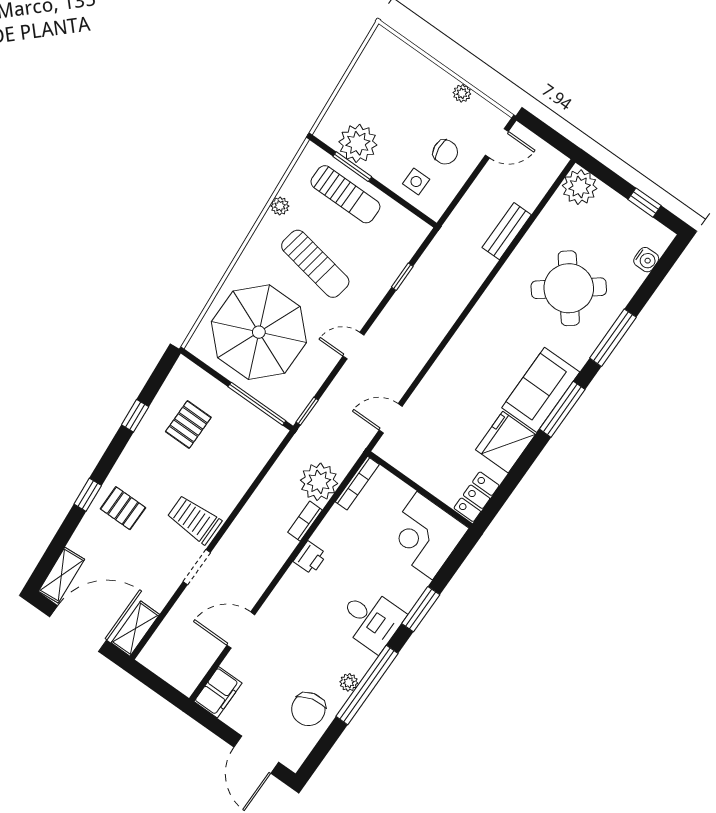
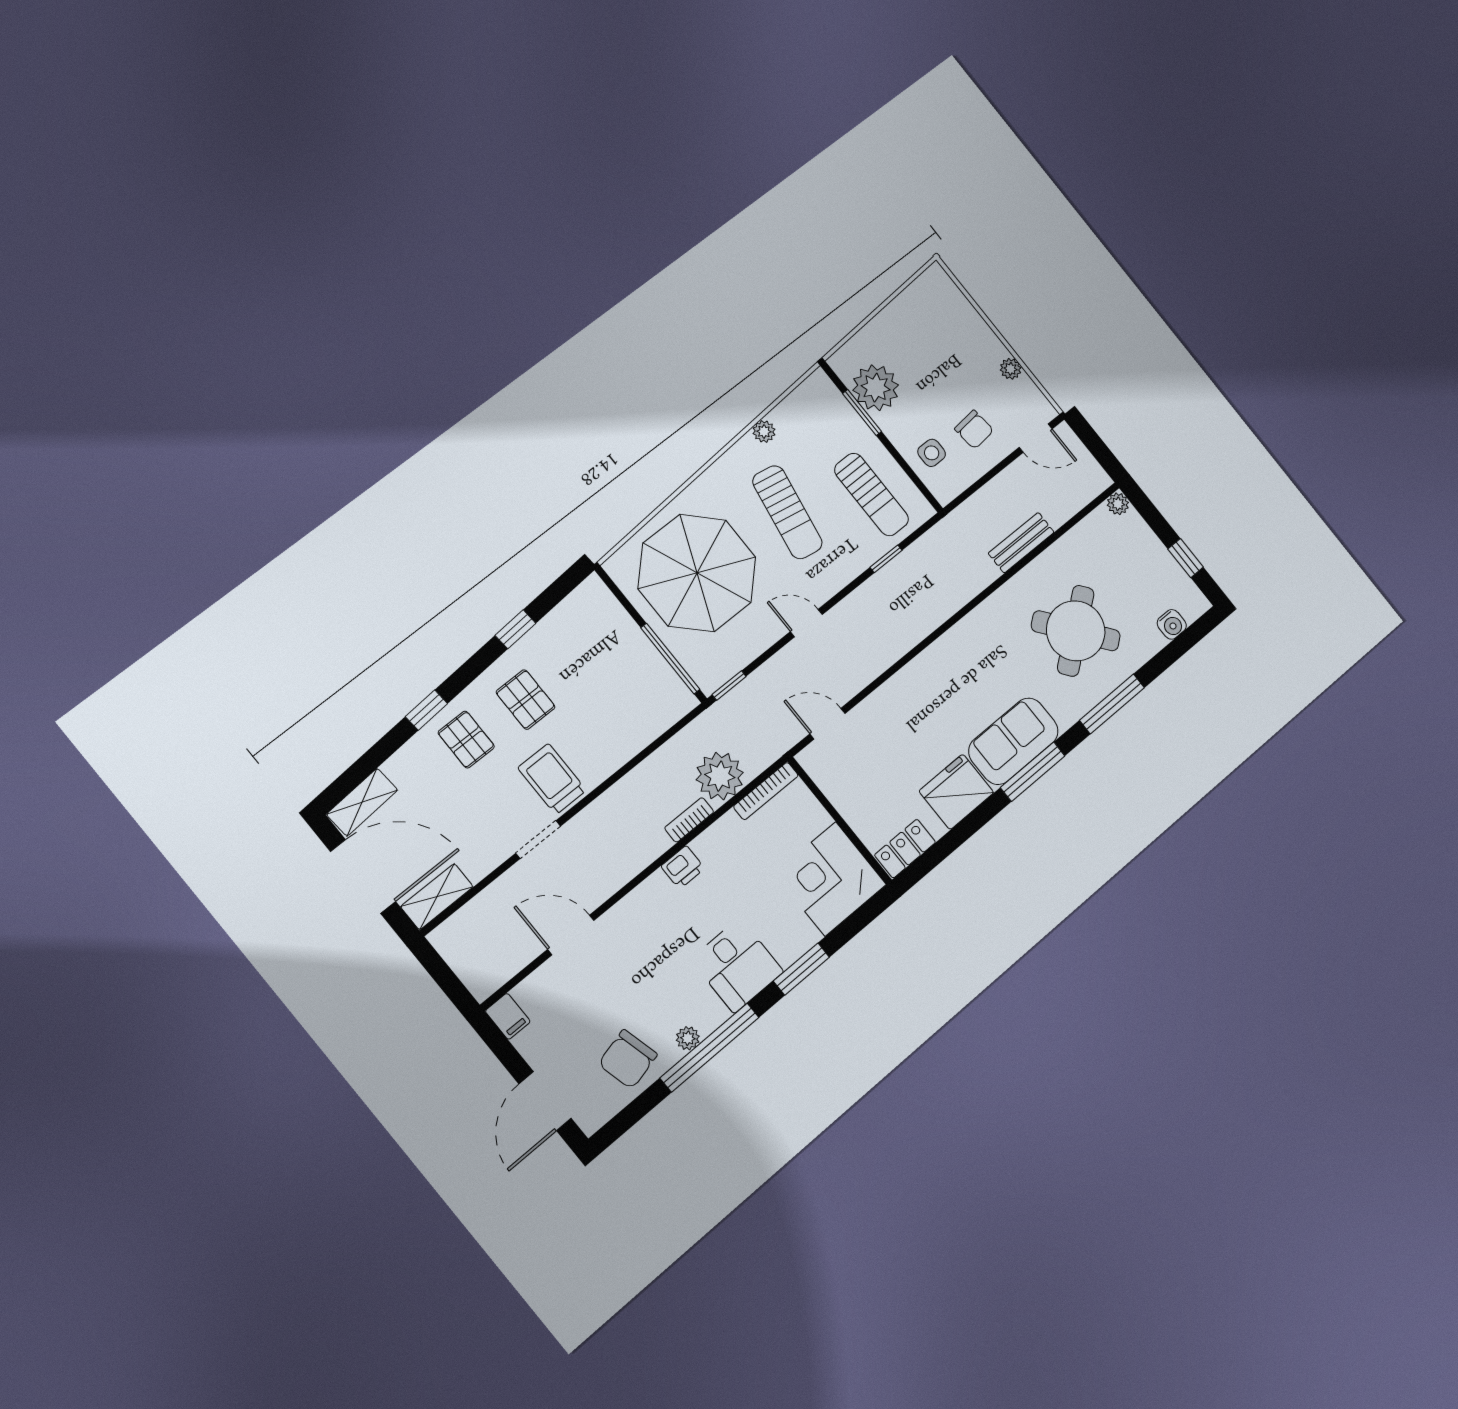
plant: (580, 187) -> (1118, 504), width x0.53, depth x0.53
sun lounger: (345, 194) -> (871, 494), moved
pallet: (188, 425) -> (526, 700), moved, turned 90
filing cabinet: (218, 692) -> (508, 1016), width x0.50

